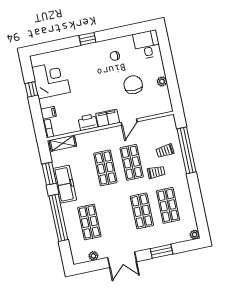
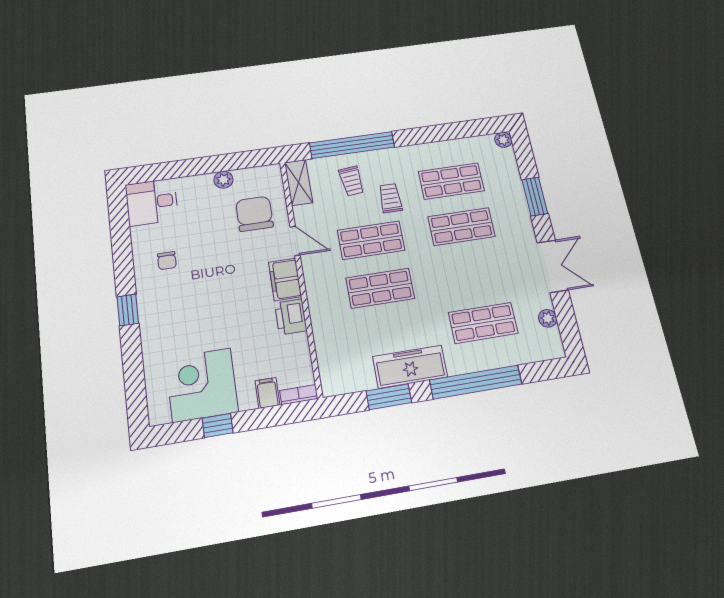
chair: (133, 85) -> (254, 214), moved, turned 90
shelving: (63, 143) -> (299, 183), moved

